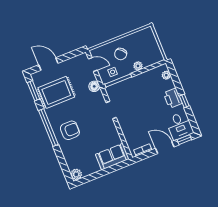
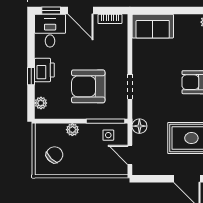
chair: (121, 54) -> (55, 155), moved
armchair: (139, 99) -> (88, 86), added
window: (184, 101) -> (31, 76), moved

